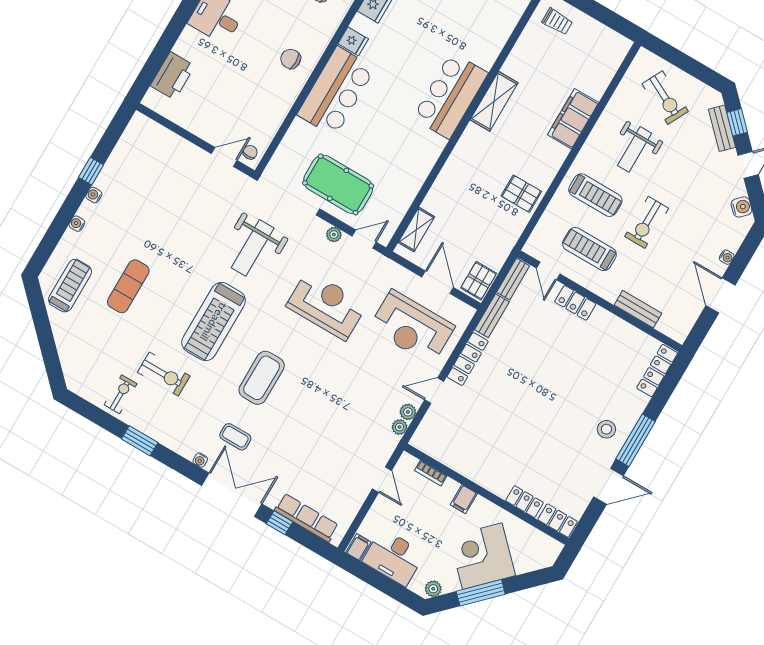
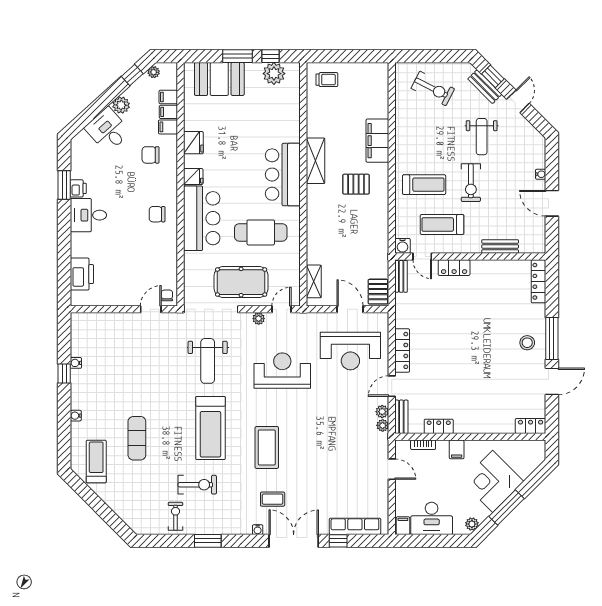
cafe table: (390, 144) -> (261, 232), added
weight bench: (635, 149) -> (482, 137), moved
pallet: (521, 194) -> (356, 184), moved
water cooler: (94, 195) -> (76, 363), moved
water cooler: (741, 207) -> (403, 246), moved, turned 135
bench: (492, 316) -> (401, 417), moved
locker: (524, 502) -> (439, 426), moved

